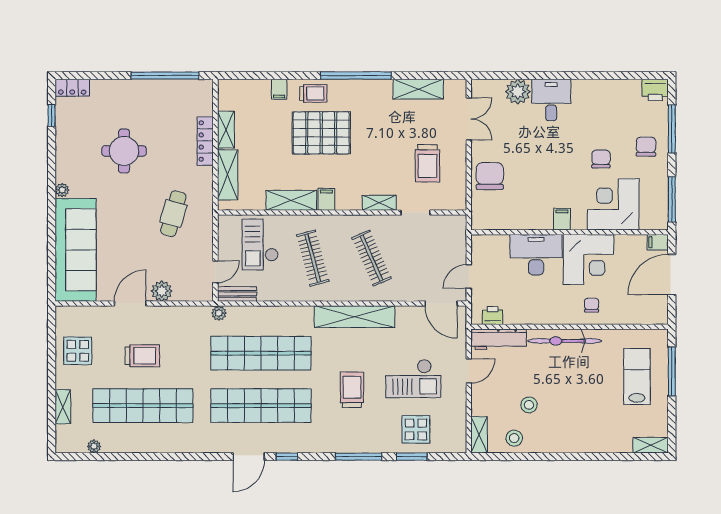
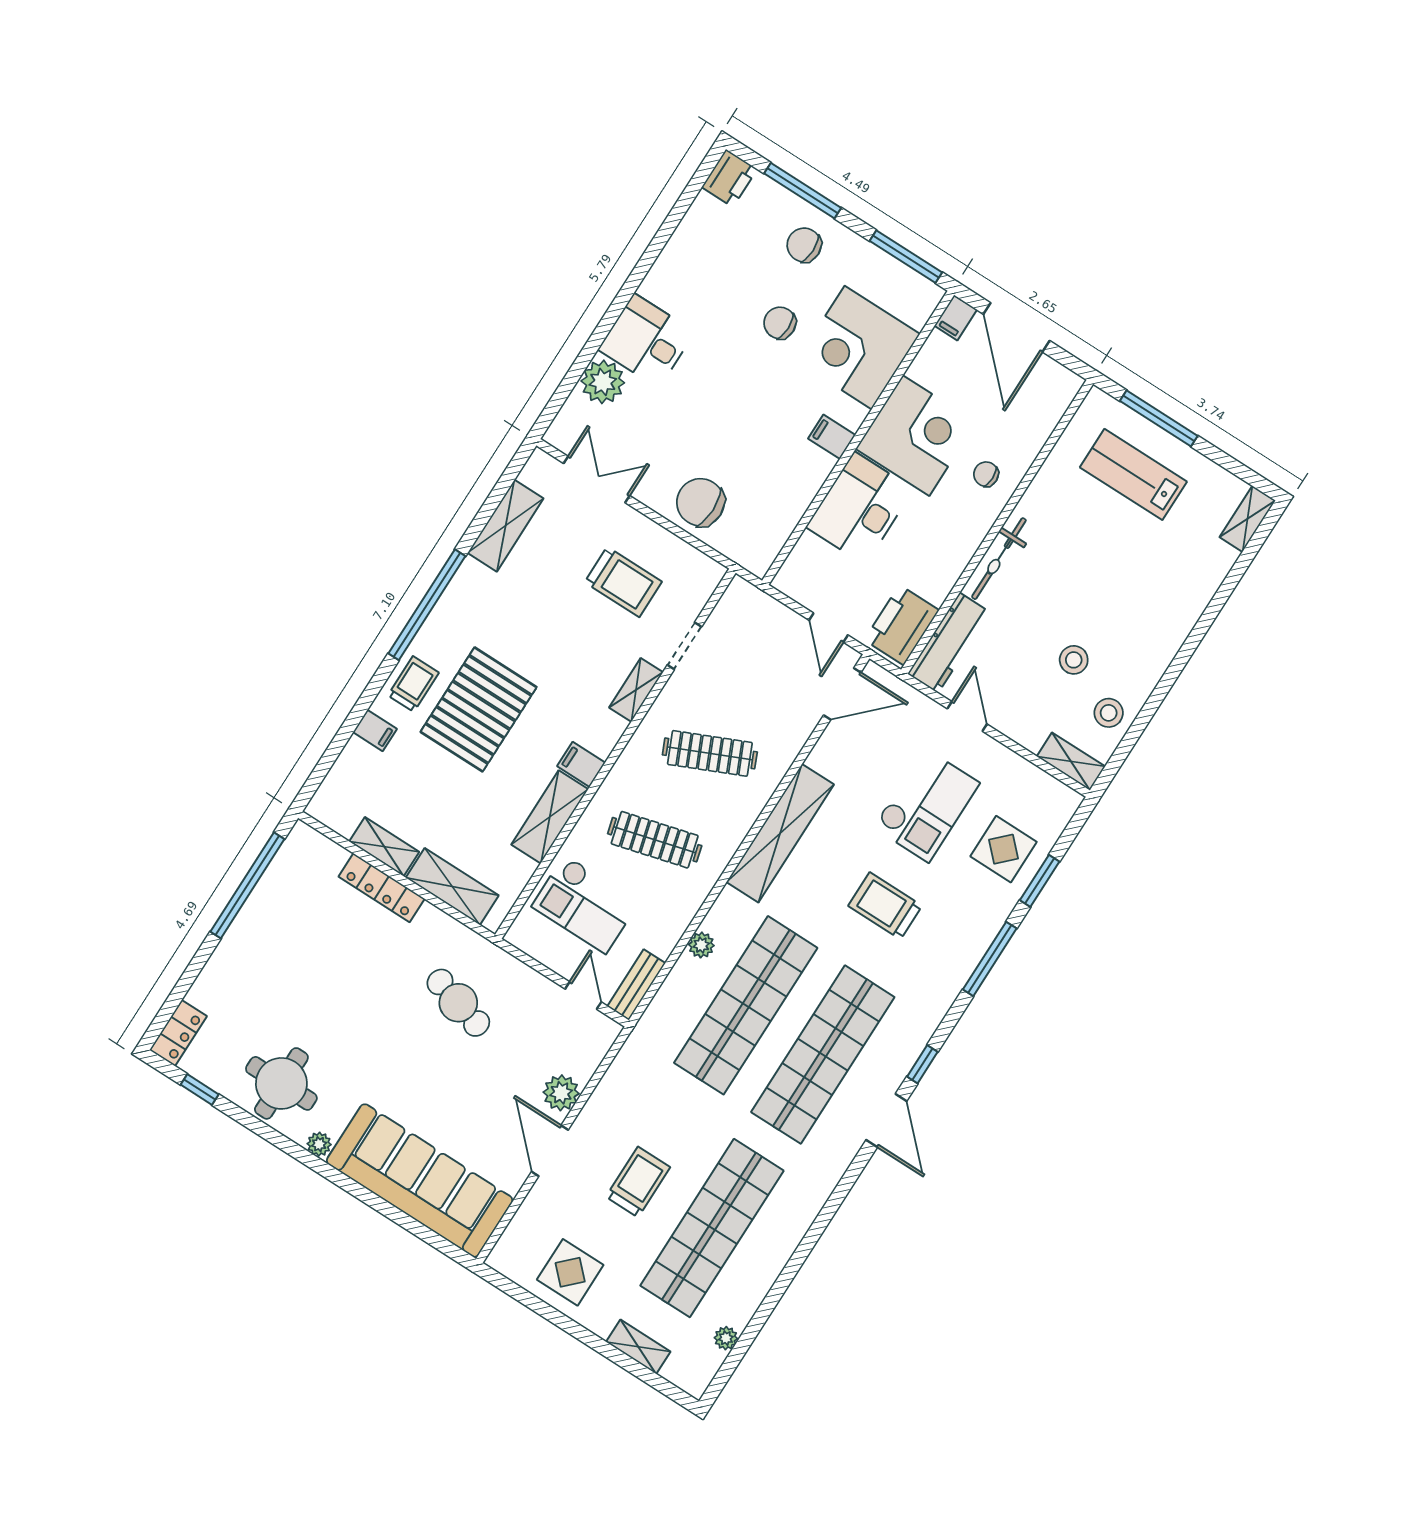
round table: (124, 151) -> (281, 1083), moved
plant: (219, 313) -> (701, 945), moved
printer: (493, 315) -> (902, 625), width x1.87, depth x1.48
bicycle: (565, 341) -> (999, 559), width x0.73, depth x0.71

